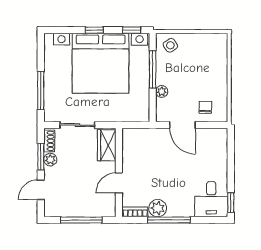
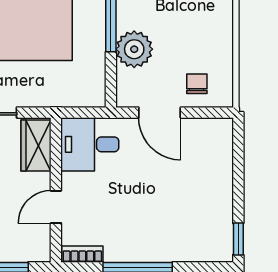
plant: (162, 91) -> (134, 49), width x1.88, depth x1.88
desk: (211, 199) -> (90, 144), moved, turned 90
plant: (158, 208) -> (119, 248), removed

